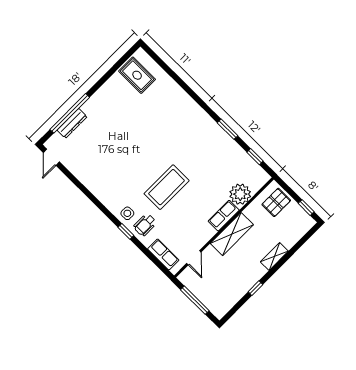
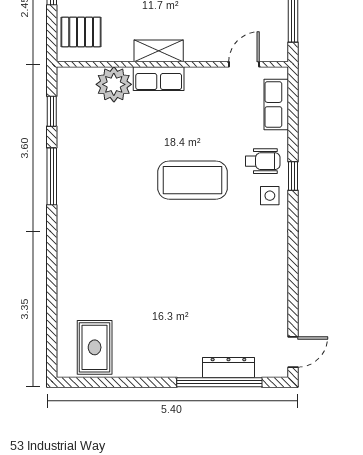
window: (227, 129) -> (52, 176), width x1.44
shelving: (232, 234) -> (159, 51), width x0.67, depth x0.75

